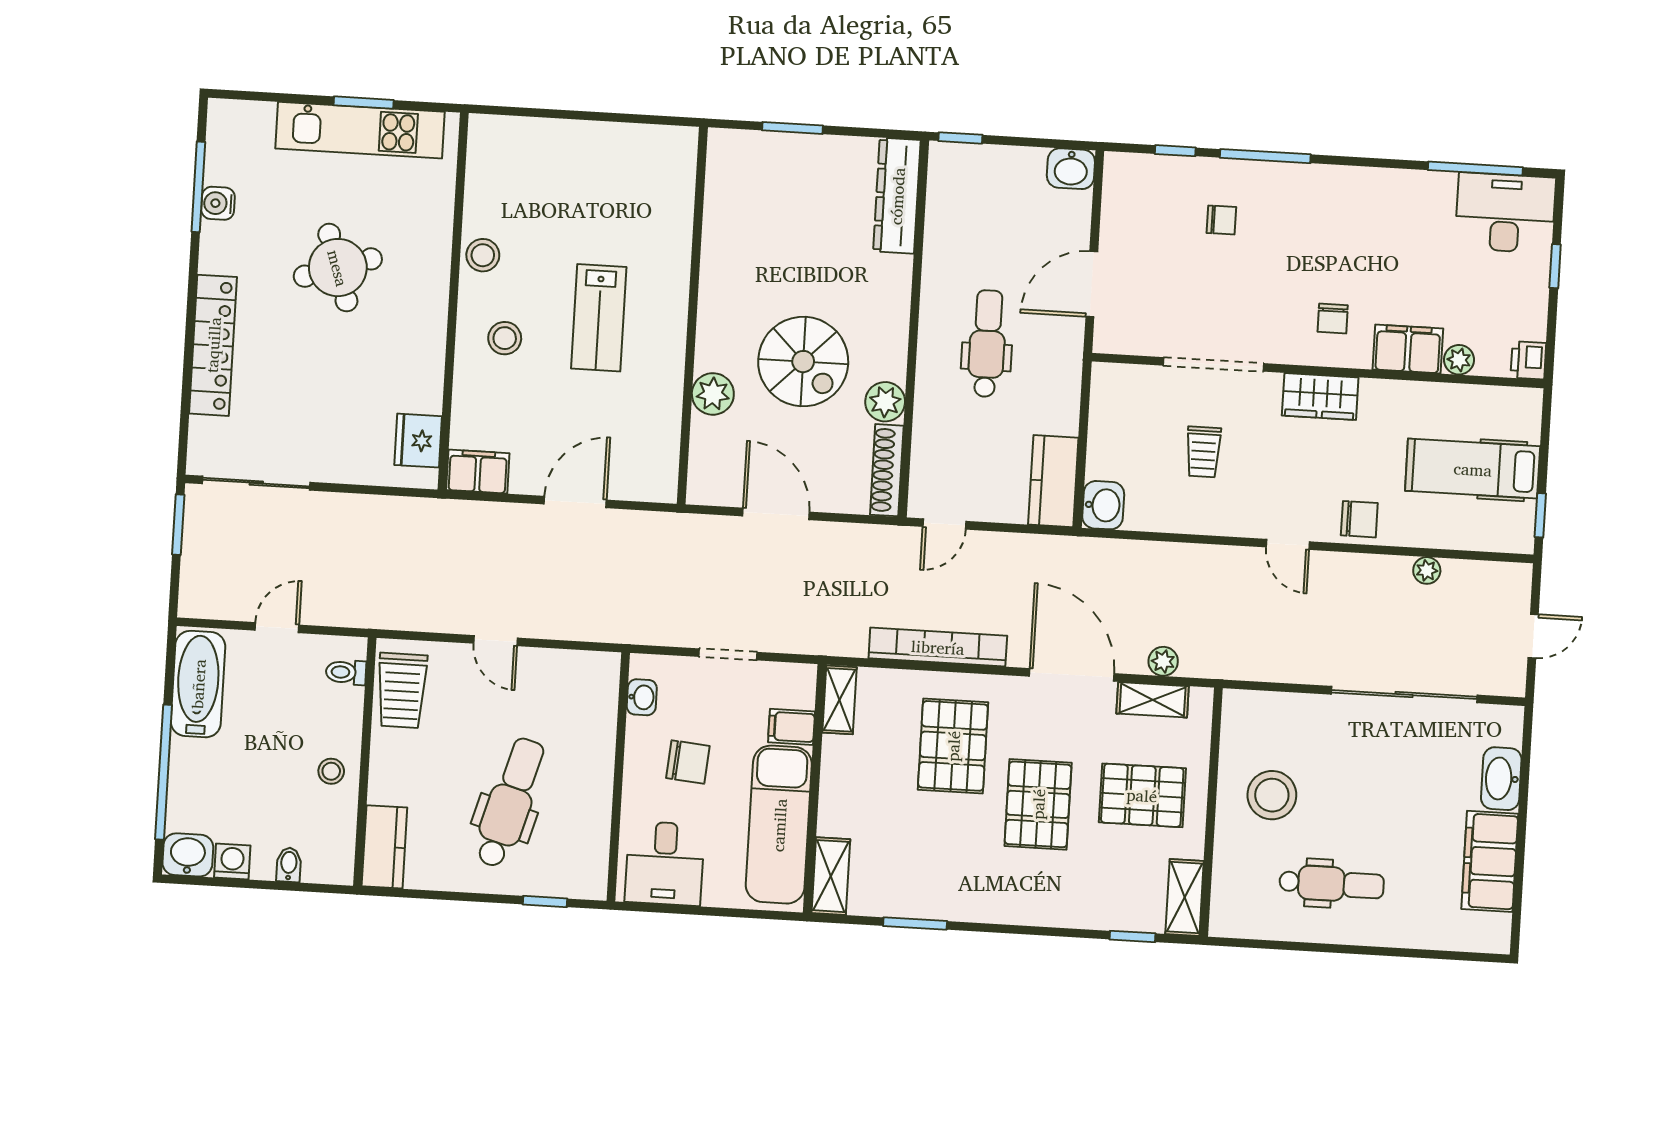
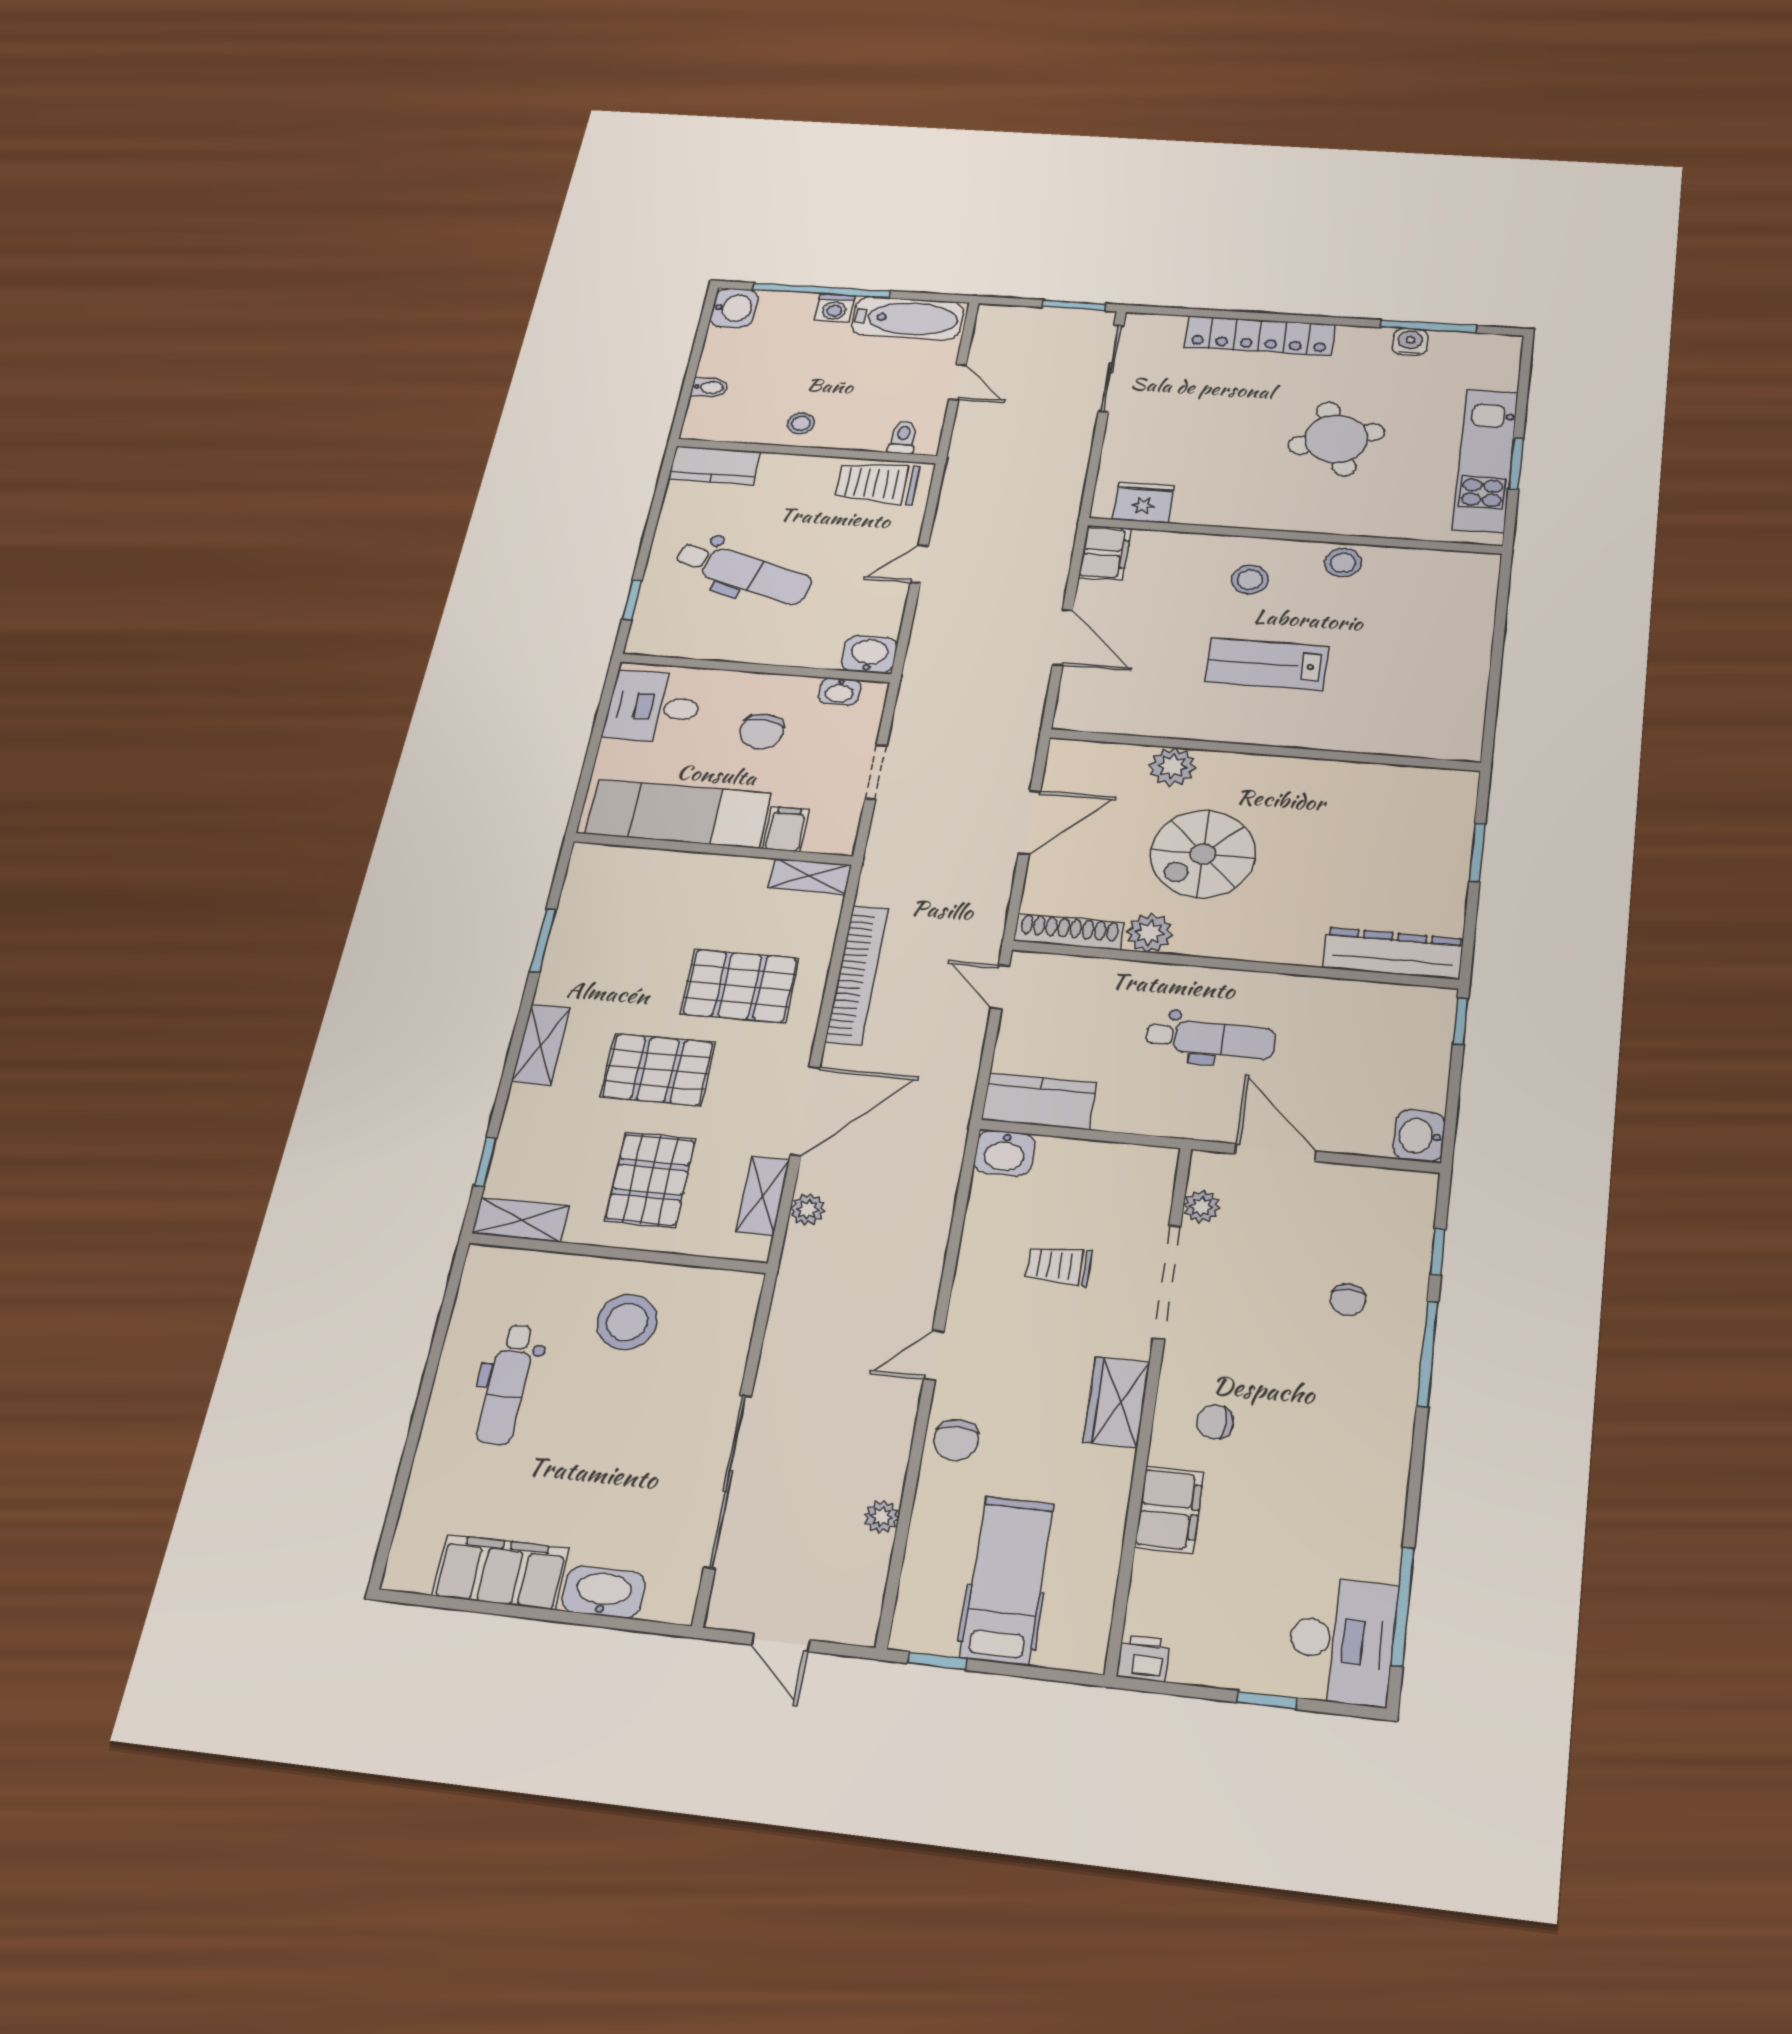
plant: (1459, 360) -> (1201, 1207), moved
washbasin: (600, 675) -> (869, 654), added
washing machine: (232, 861) -> (835, 308), moved, turned 90
shelving: (831, 876) -> (541, 1044), moved, turned 90

